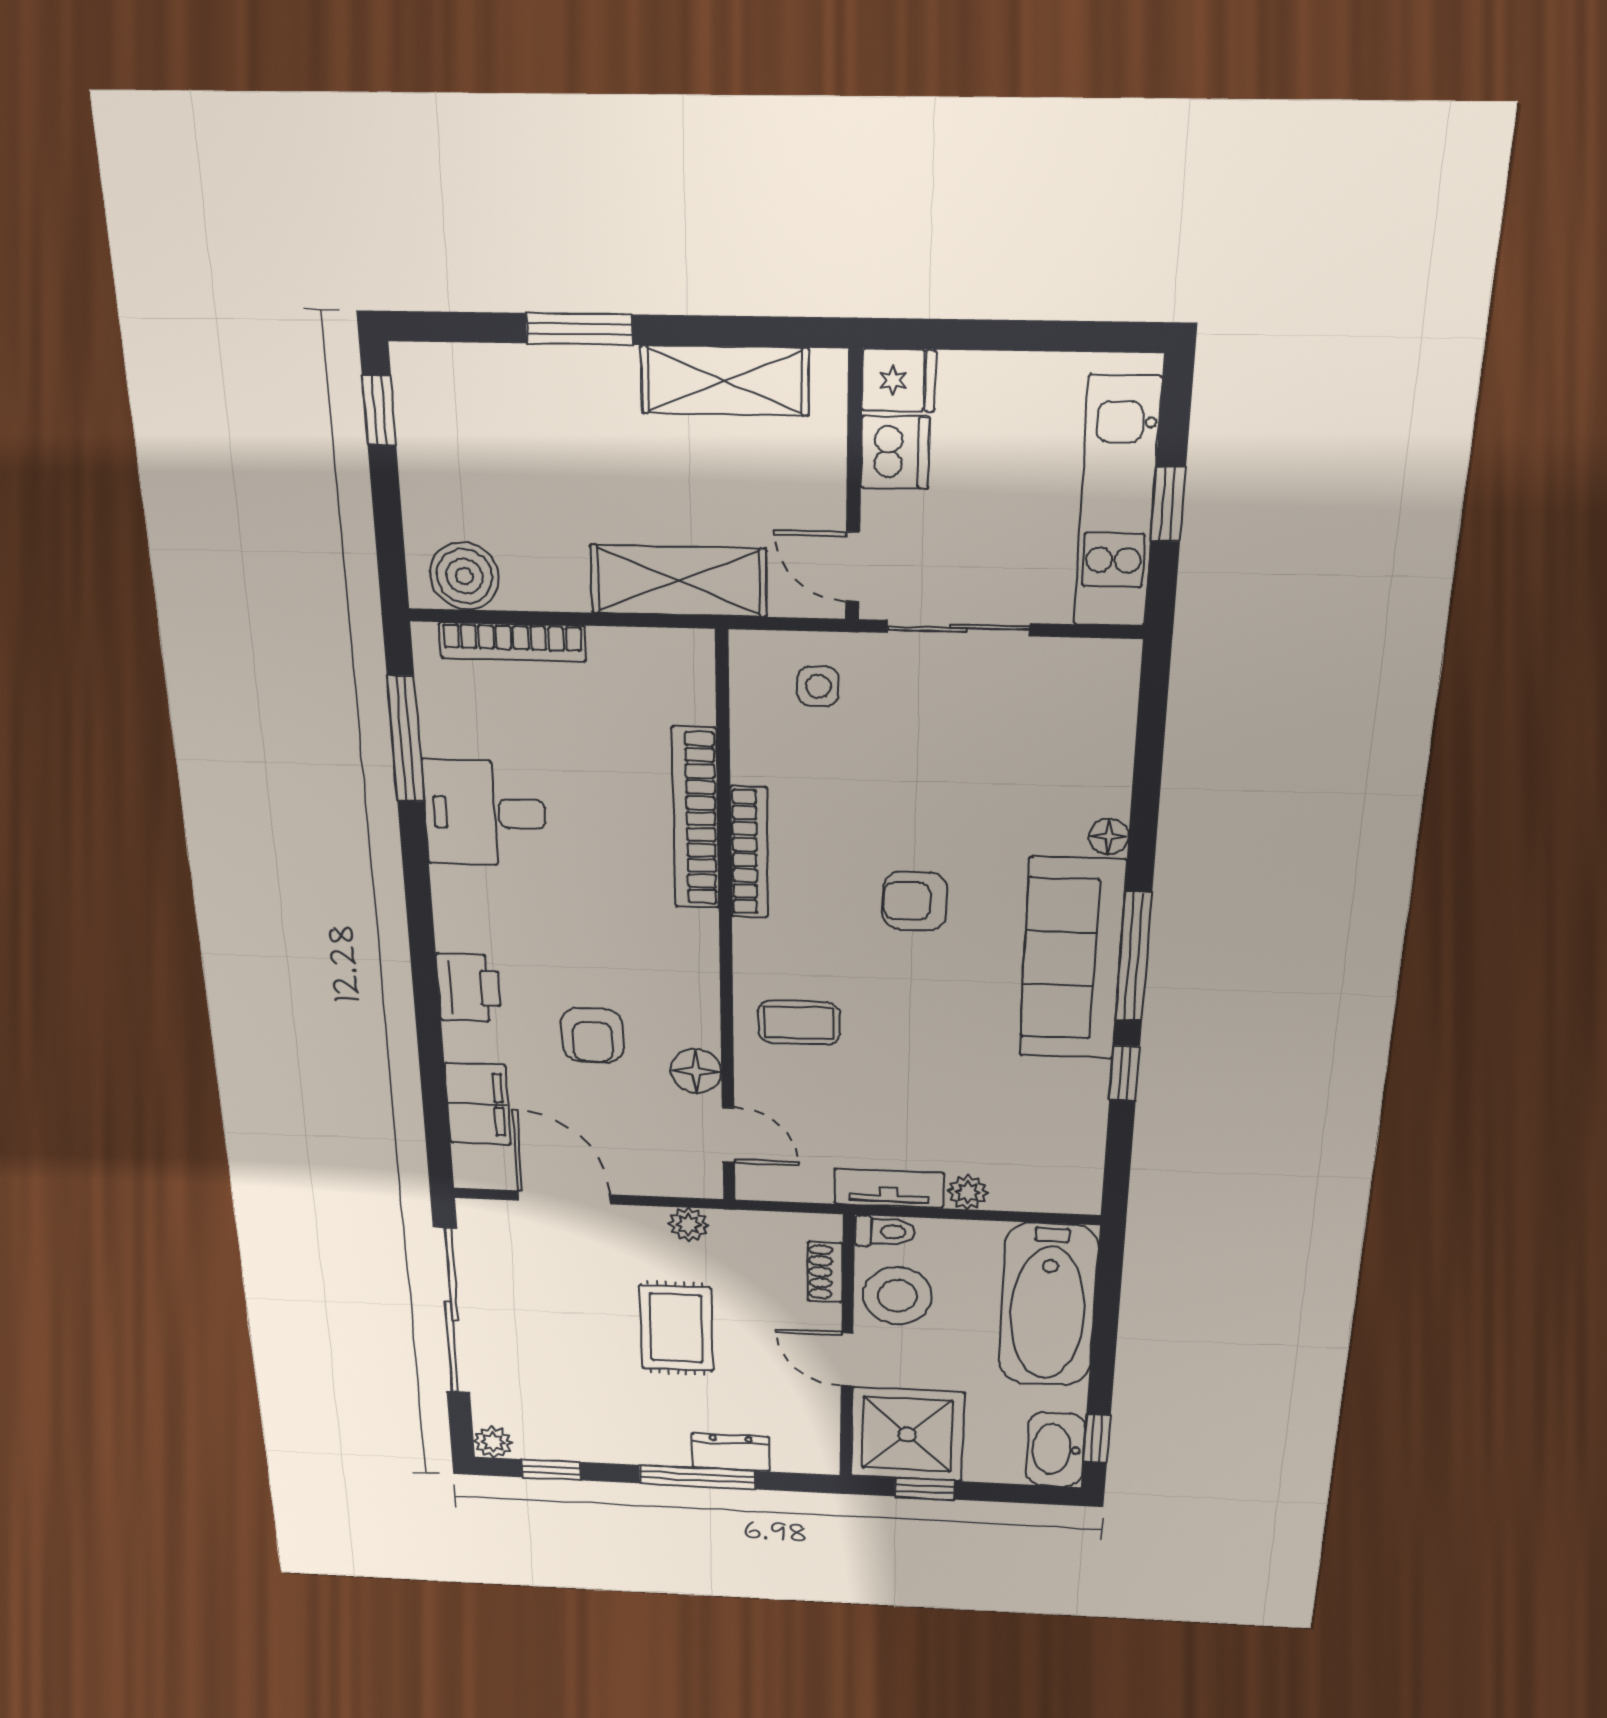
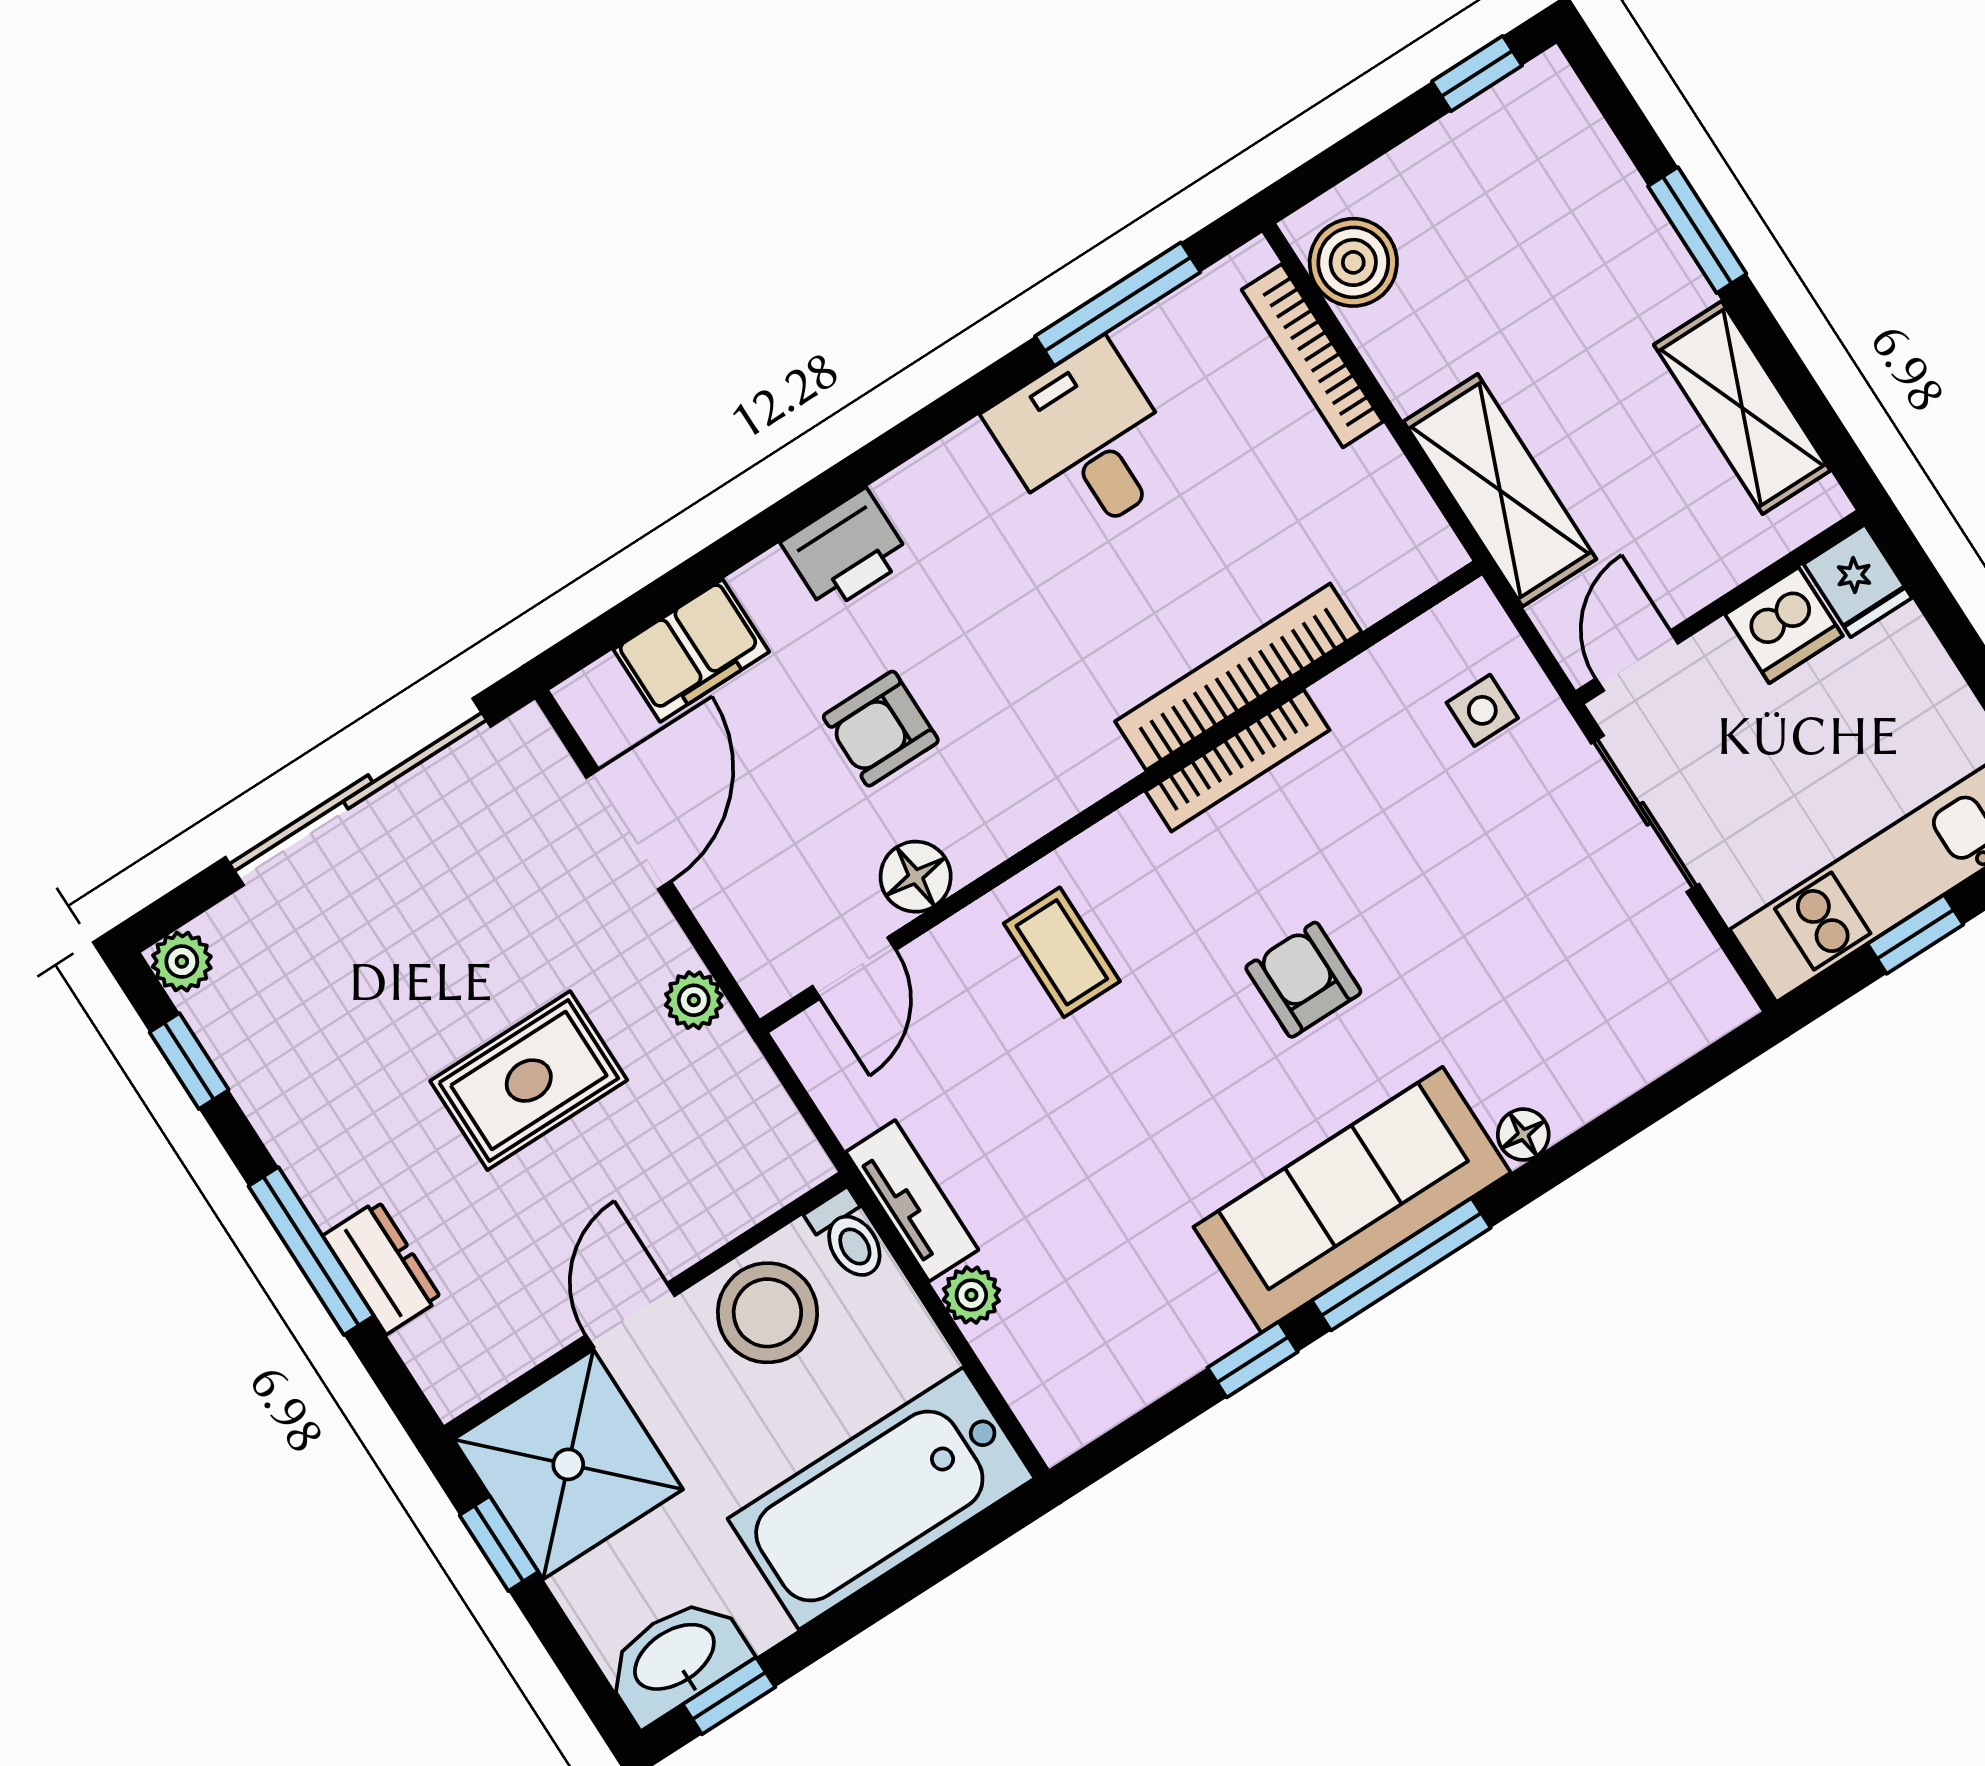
shoe rack: (825, 1272) -> (740, 1205), removed

